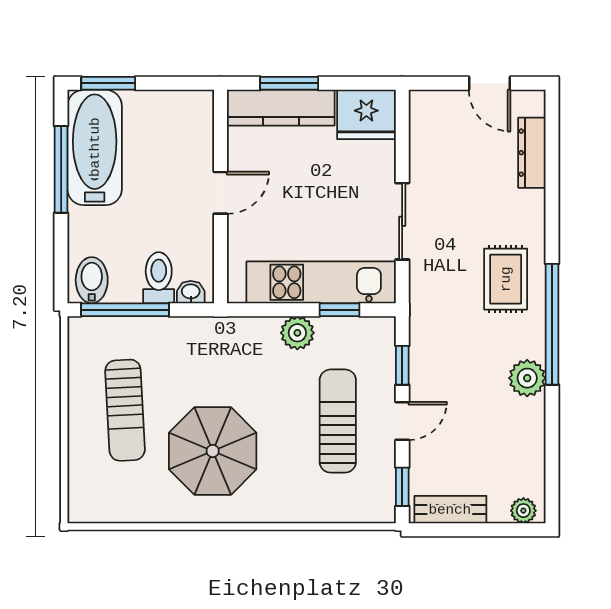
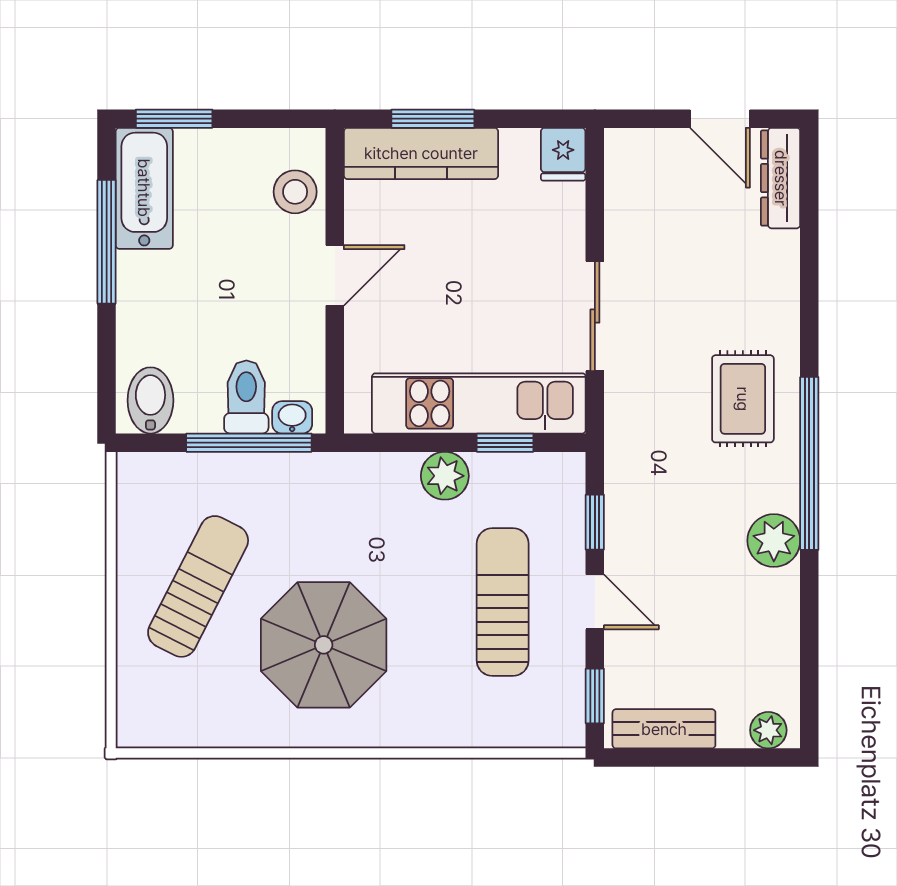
fridge: (366, 114) -> (563, 154), width x0.53, depth x0.75
stool: (193, 134) -> (295, 192), added
bathtub: (95, 147) -> (144, 188), width x0.73, depth x0.73
dresser: (532, 153) -> (781, 178), moved
window: (125, 310) -> (249, 443), moved
sun lounger: (125, 410) -> (198, 586), turned -150
door: (402, 421) -> (595, 602), hinge flipped

